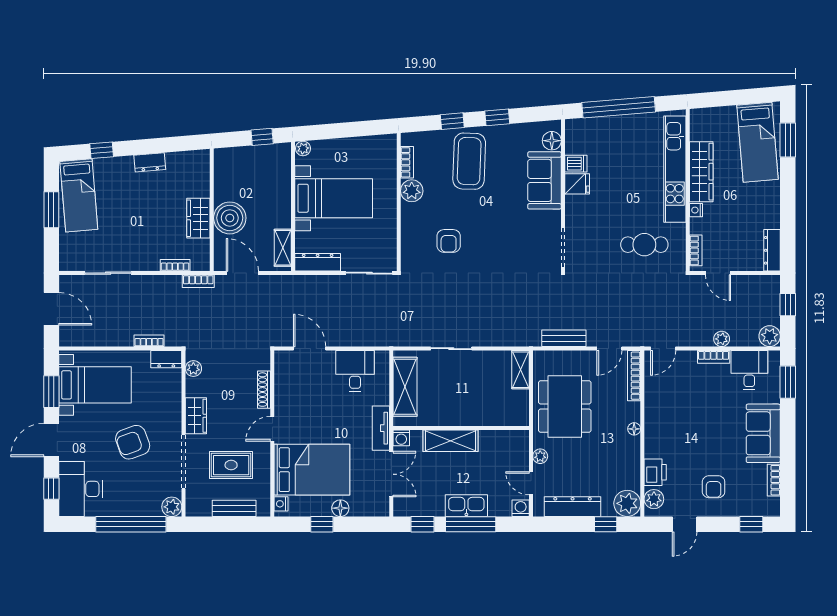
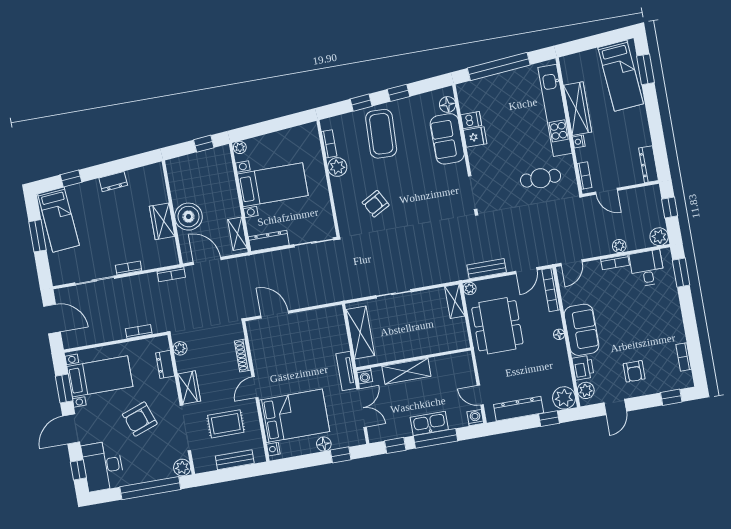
armchair: (449, 241) -> (376, 204), turned 61
bookcase: (175, 265) -> (129, 268), moved
dresser: (166, 359) -> (165, 364), moved, turned 90
desk: (355, 371) -> (316, 327), removed
sofa: (763, 433) -> (582, 330), moved, turned 180
plant: (540, 456) -> (470, 288), moved
window: (322, 524) -> (341, 455), moved

